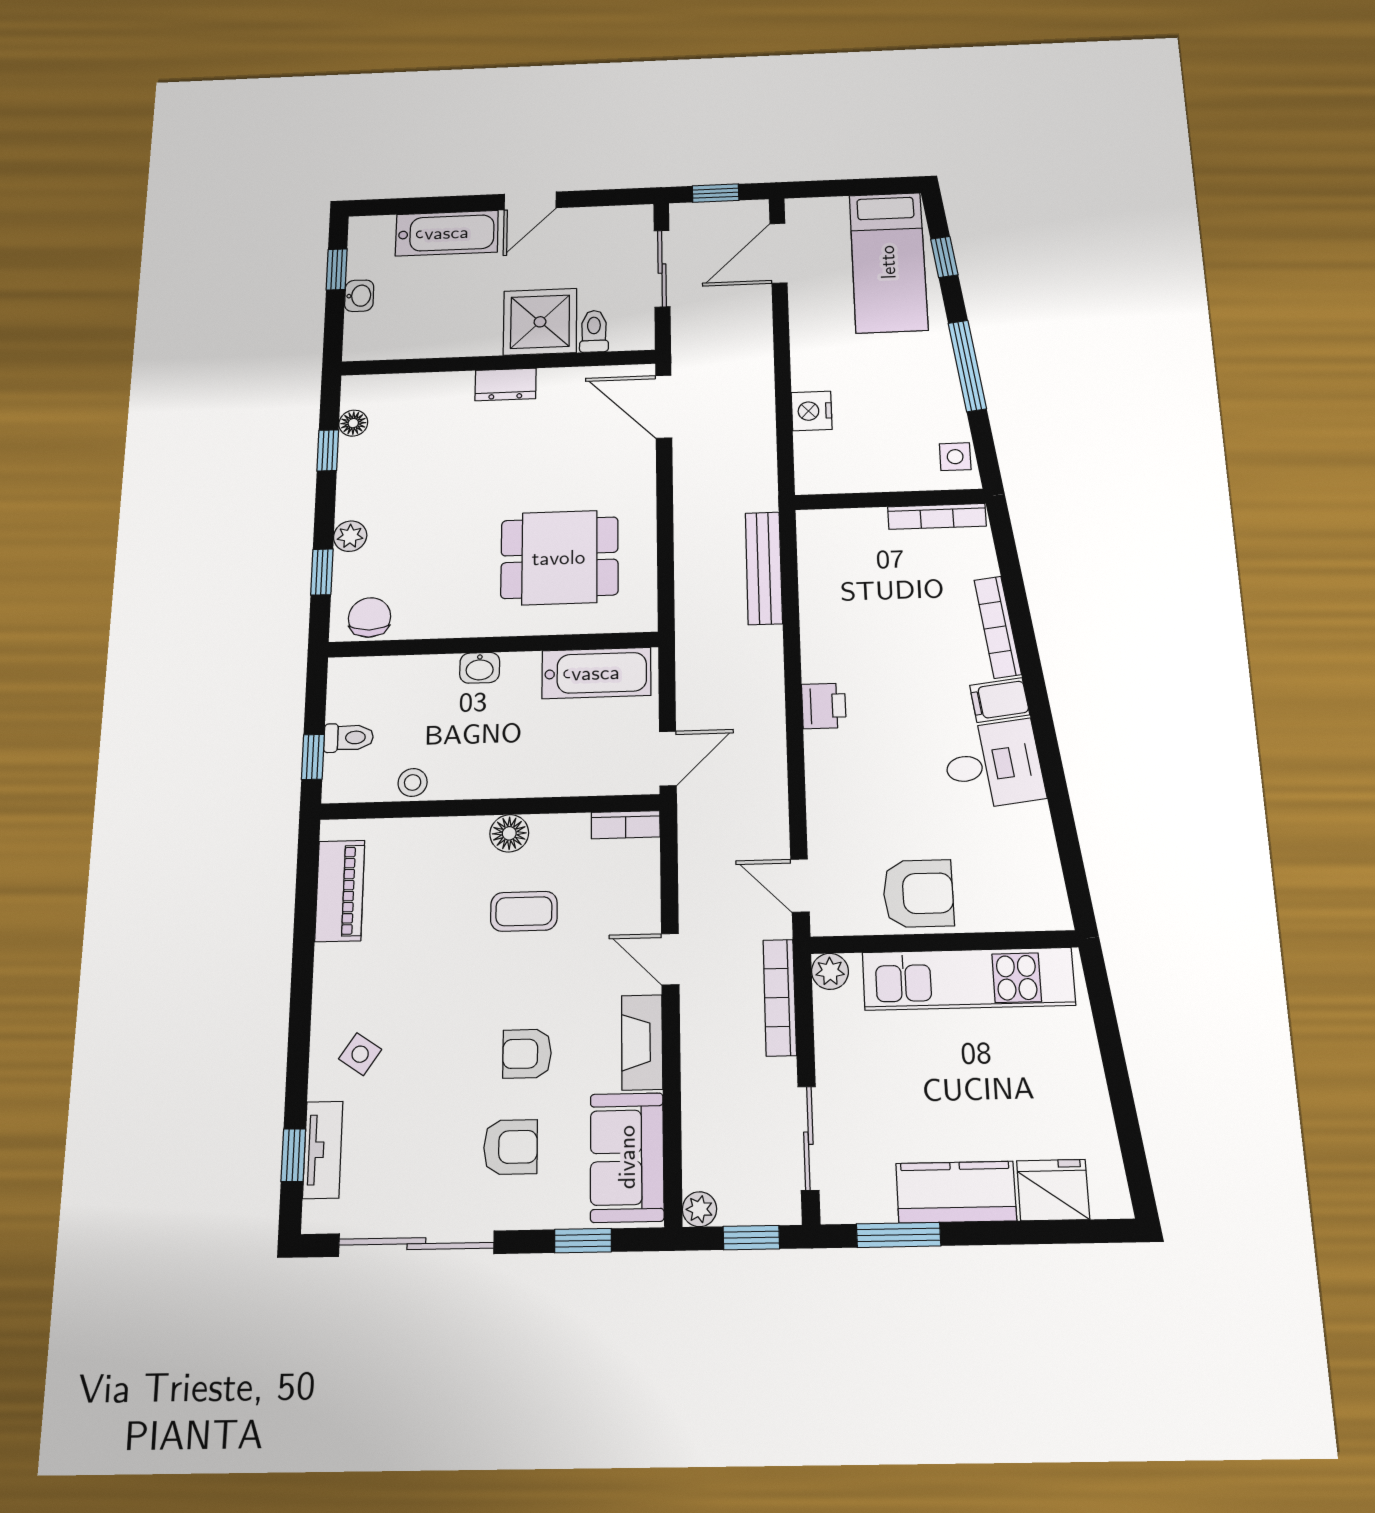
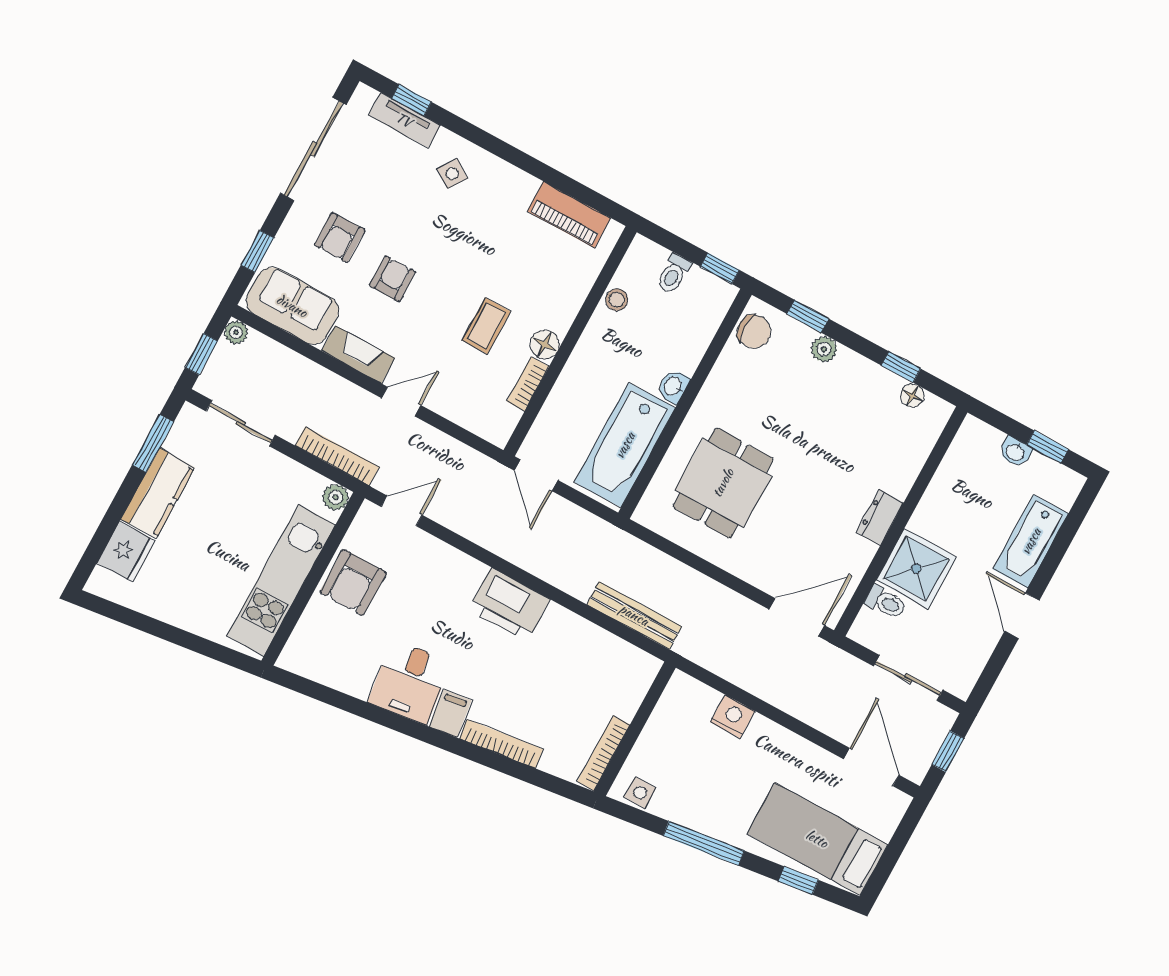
bathtub: (596, 673) -> (625, 445), width x1.36, depth x1.36
printer: (824, 706) -> (509, 604), width x1.87, depth x1.48
window: (313, 757) -> (720, 268), moved
bookcase: (626, 825) -> (528, 384), moved

